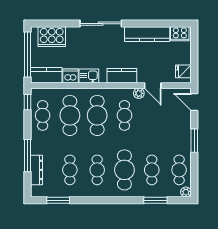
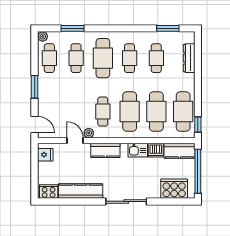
cafe table: (43, 115) -> (183, 112), width x1.37, depth x1.35
window: (27, 156) -> (198, 72), removed

